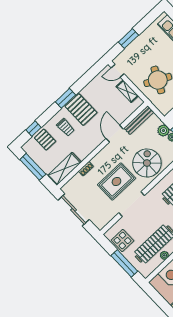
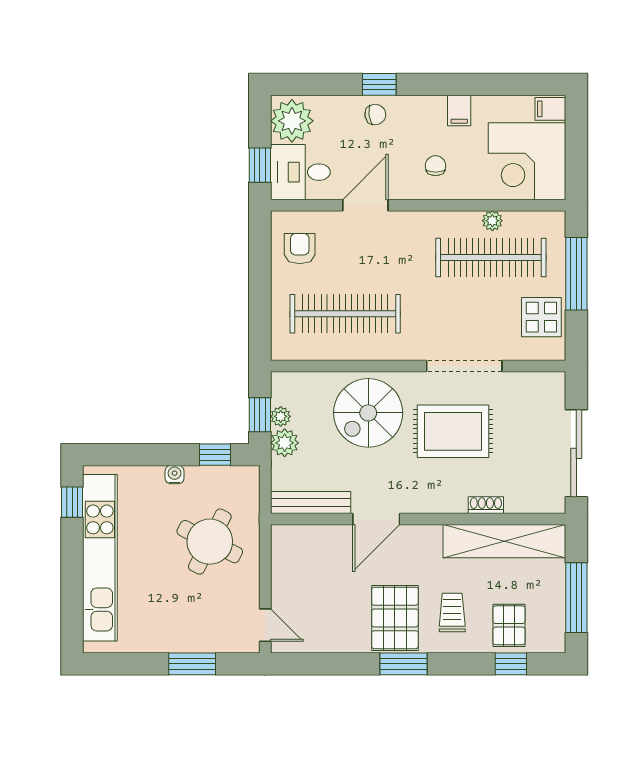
shelving: (127, 91) -> (283, 573), removed
shelving: (64, 169) -> (504, 541), width x1.47

